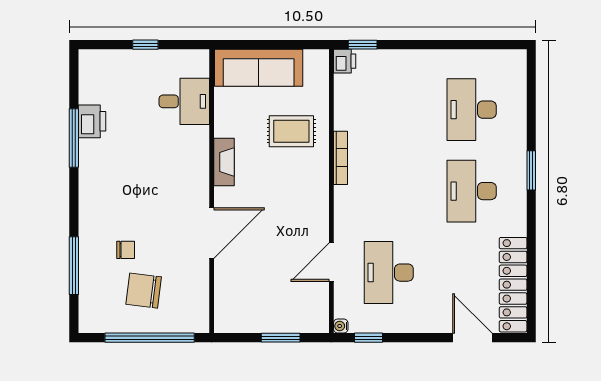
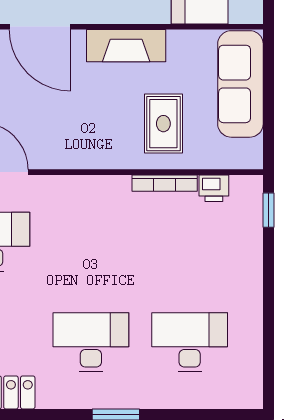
printer: (345, 61) -> (214, 188), moved
bookcase: (340, 158) -> (165, 183), moved
fireplace: (224, 162) -> (126, 46), width x1.37, depth x1.32

